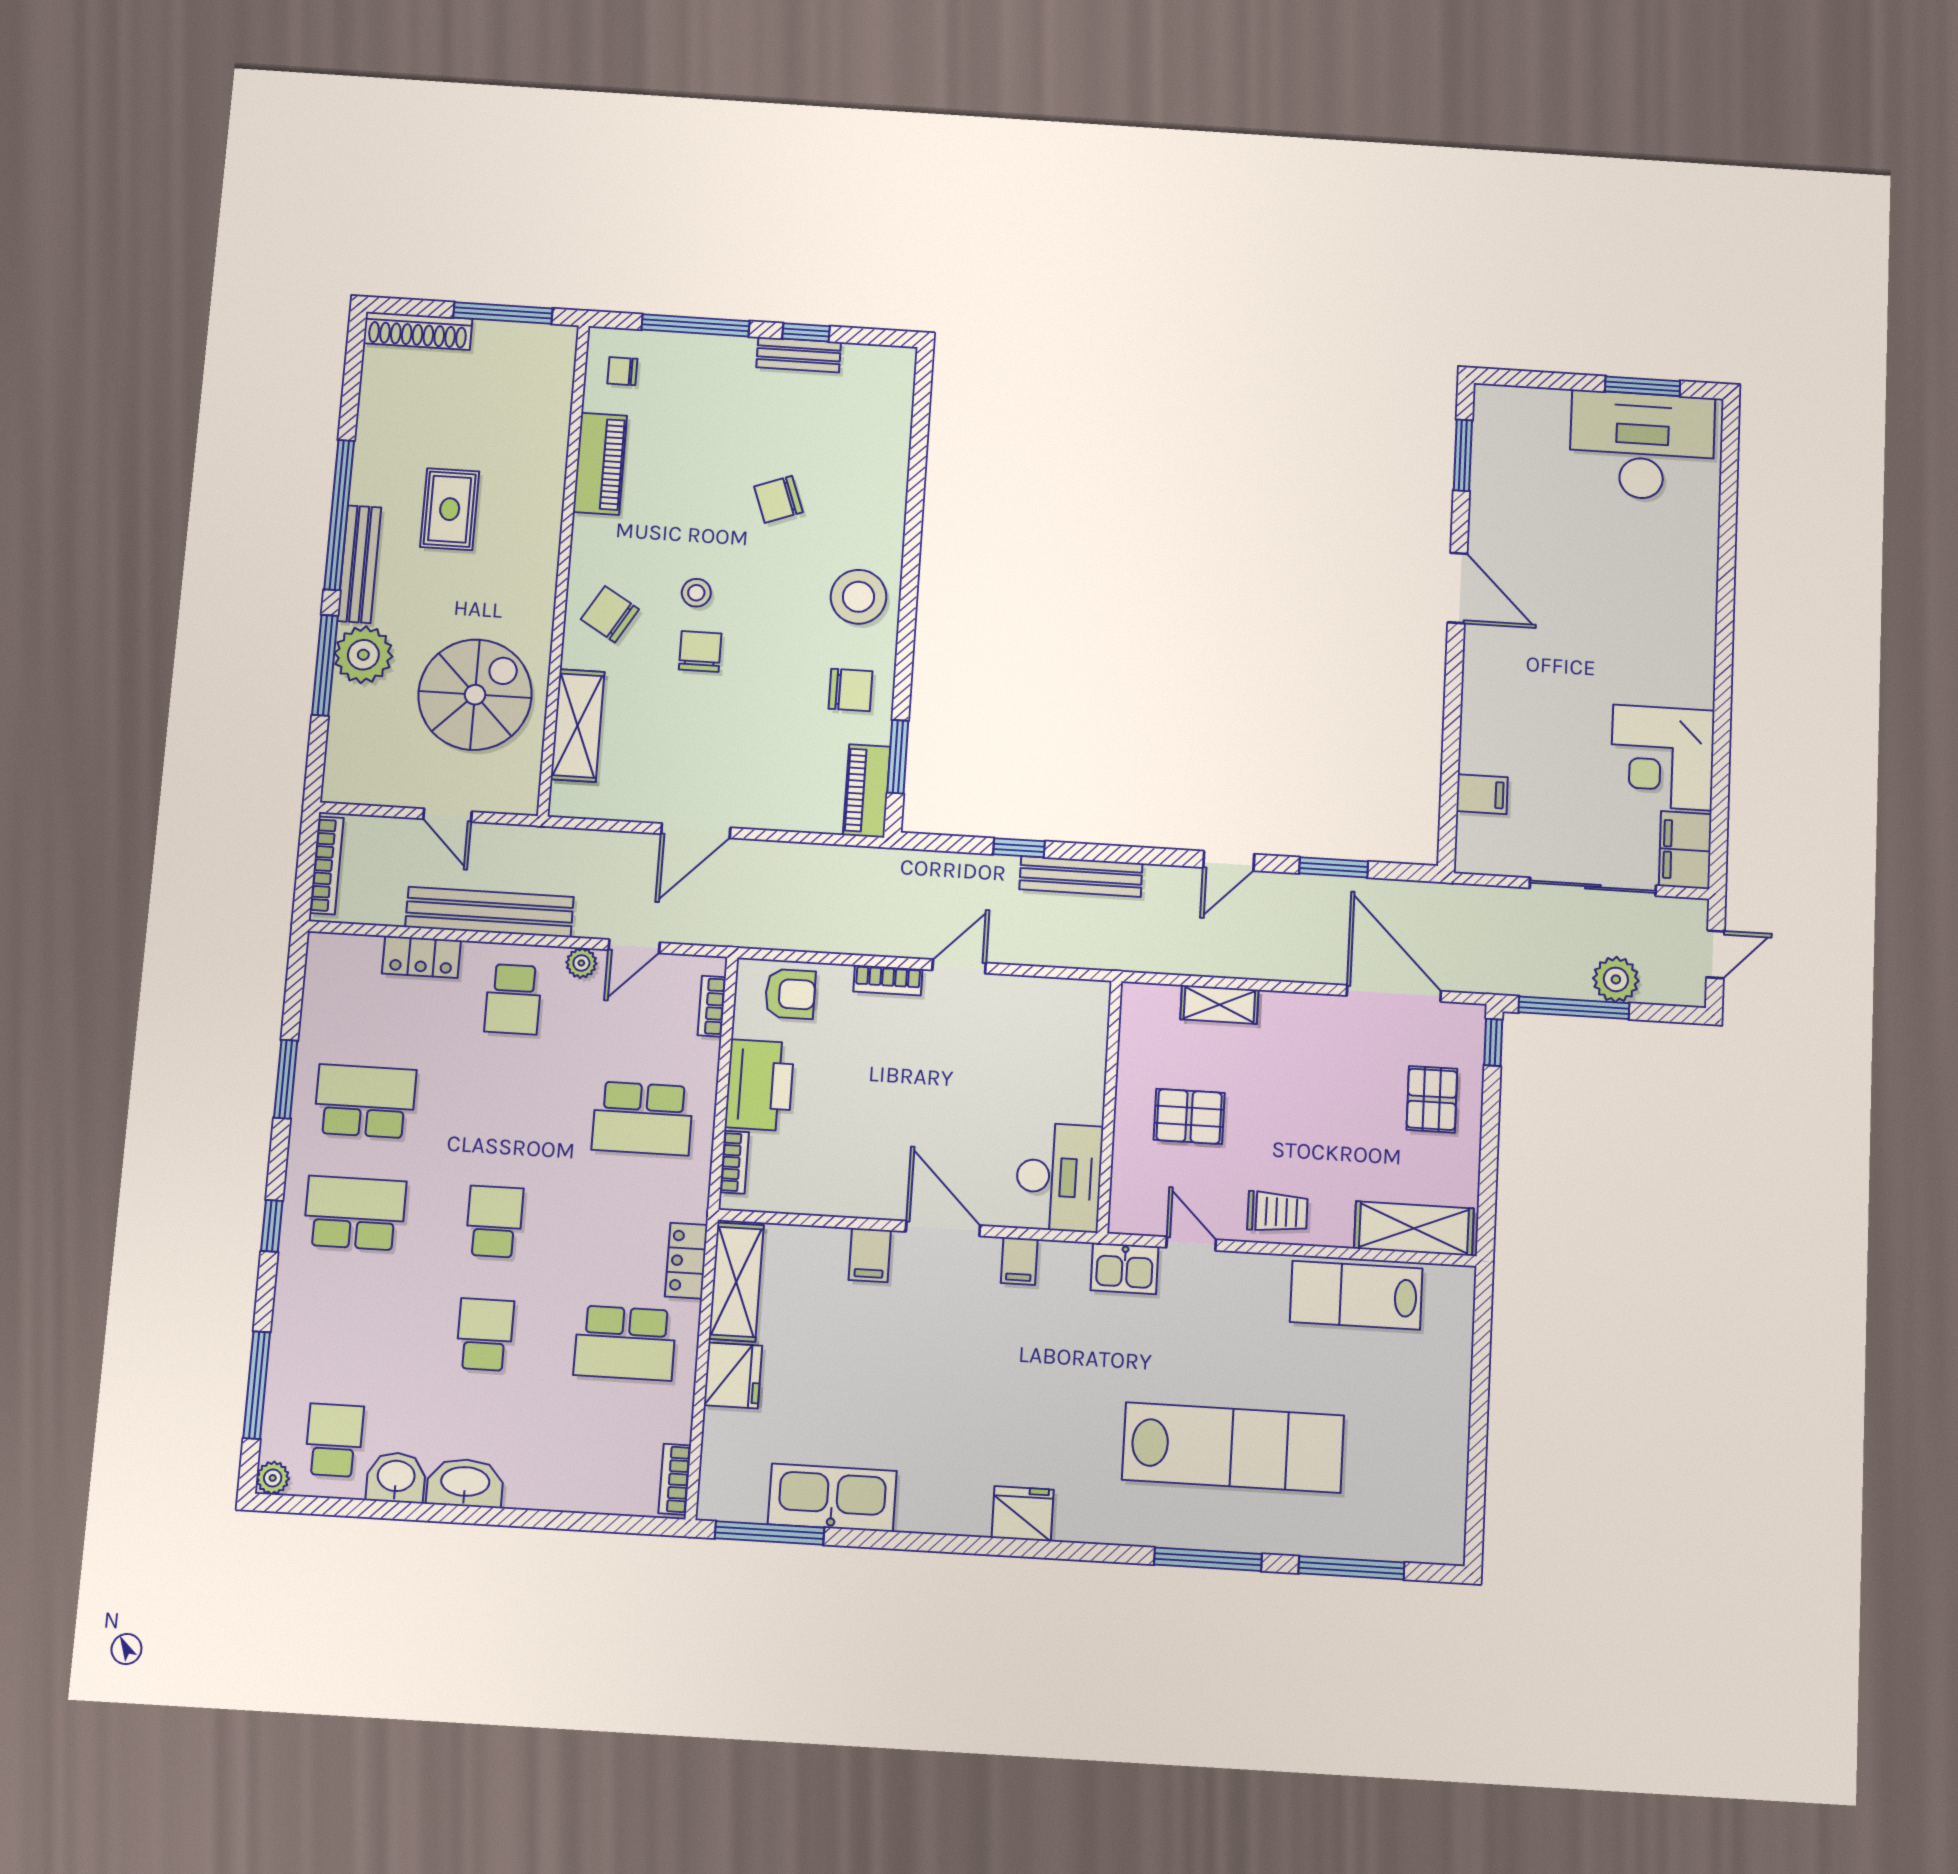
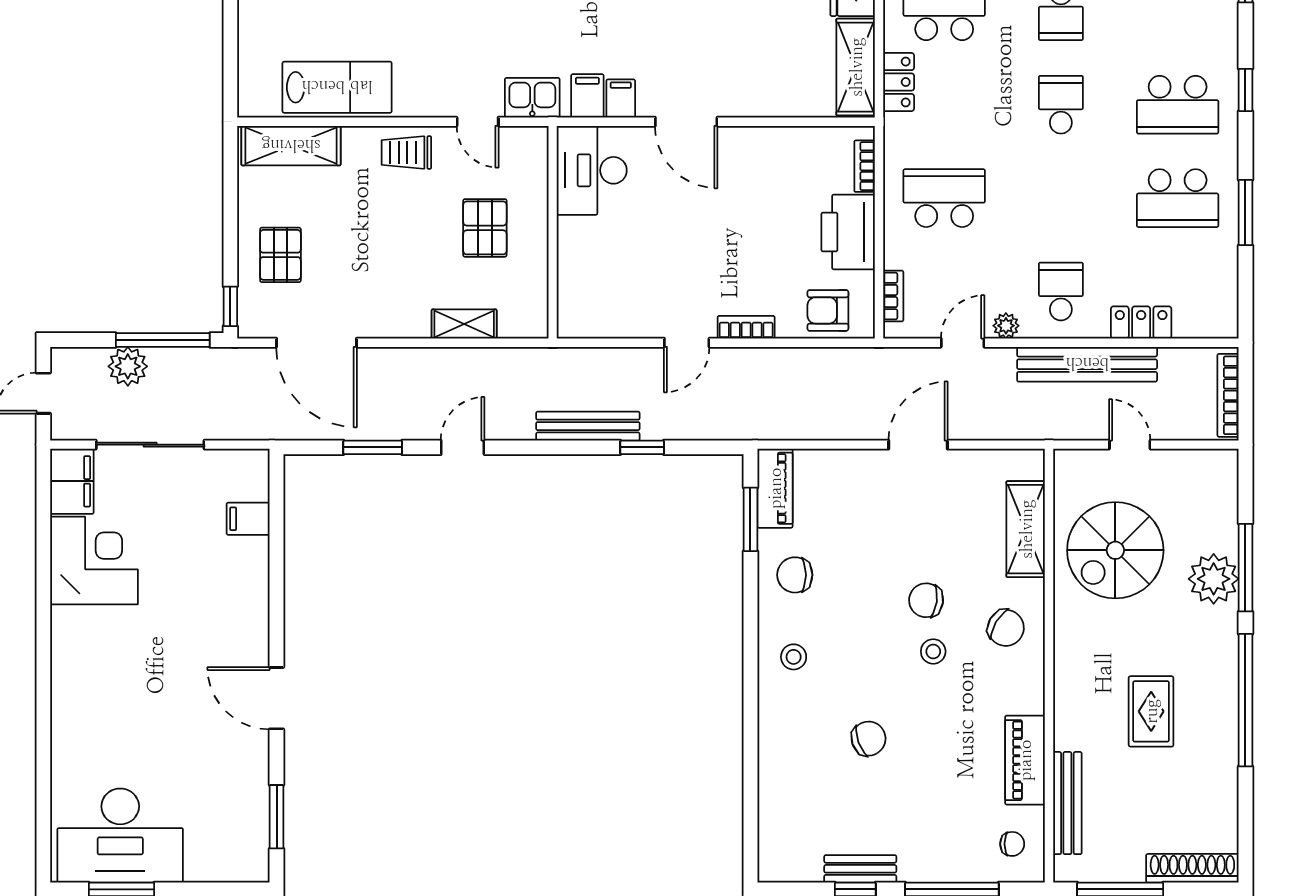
bench: (359, 564) -> (1067, 803), moved
stool: (858, 597) -> (794, 657), width x0.53, depth x0.53
chair: (700, 651) -> (926, 600), turned 98
pallet: (1189, 1116) -> (485, 228), turned 90
school desk: (494, 1222) -> (1061, 105), turned 180
filing cabinet: (870, 1255) -> (587, 96), moved

